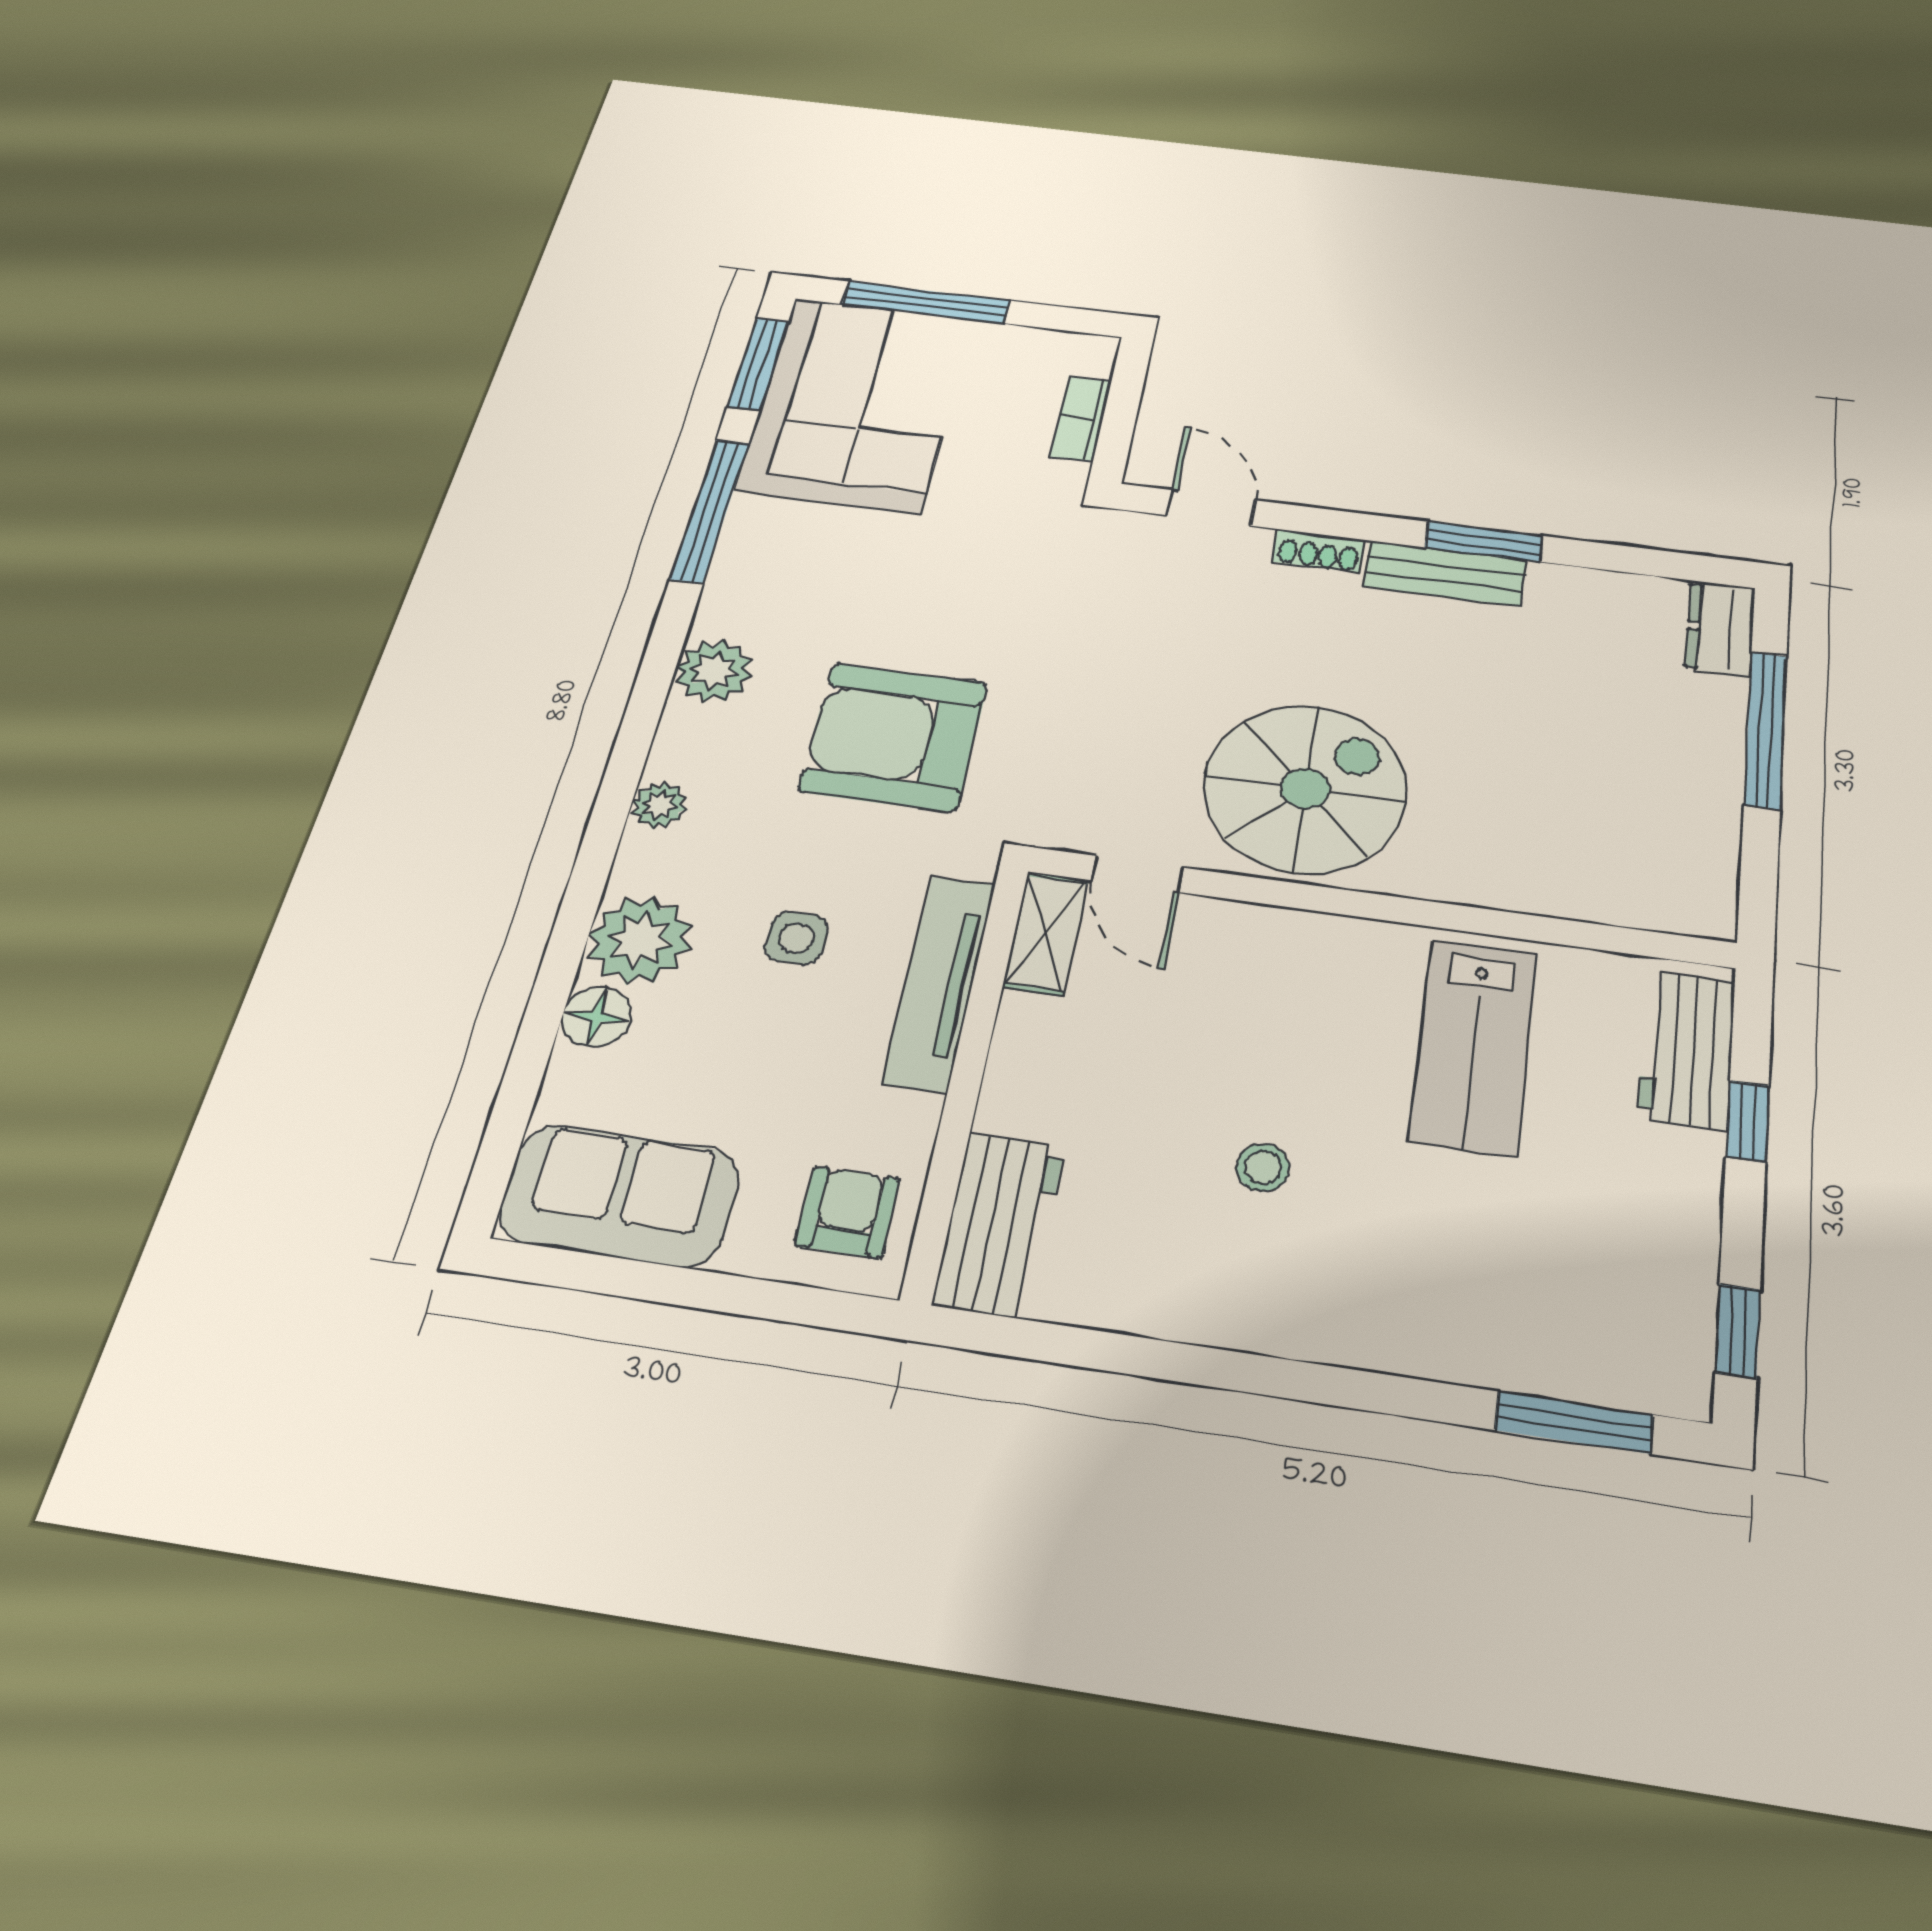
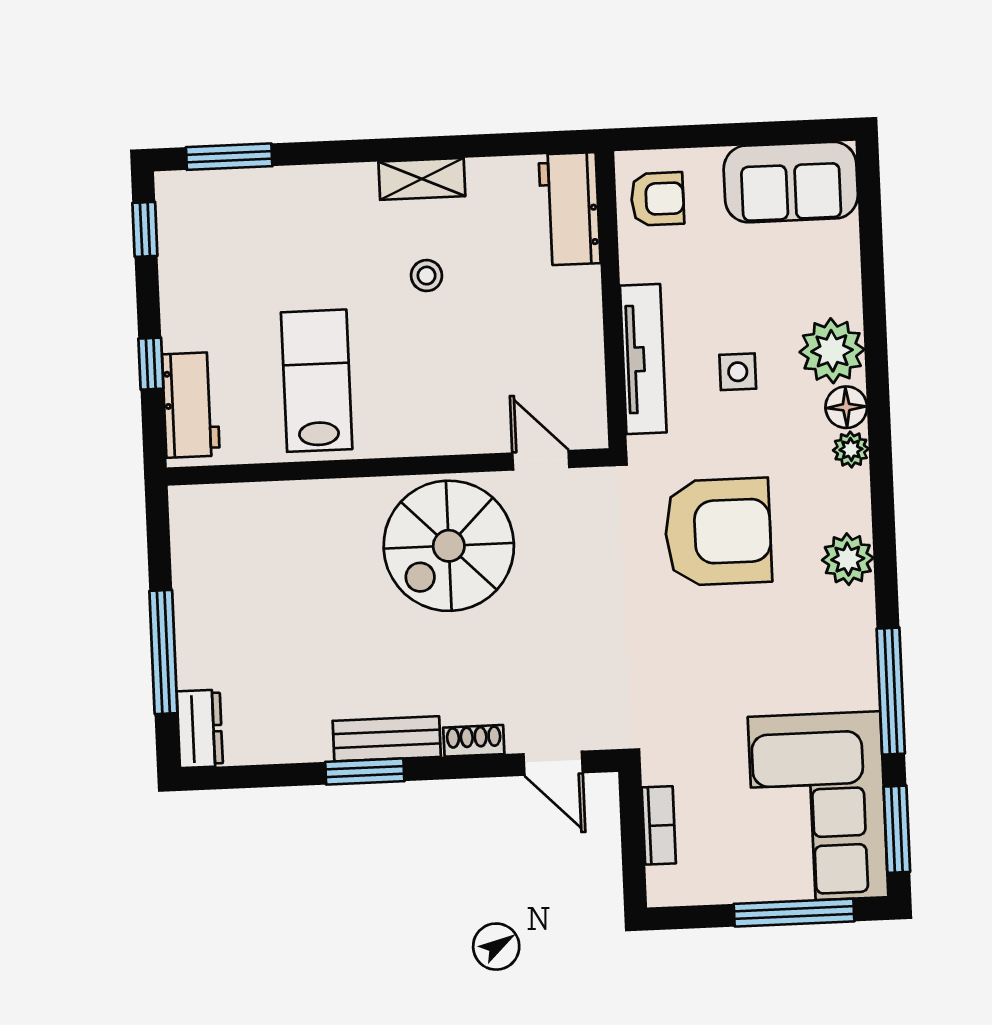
shelving: (1046, 933) -> (422, 179), moved, turned 90
floor lamp: (597, 1017) -> (846, 407), moved
armchair: (848, 1212) -> (657, 199), turned -90

